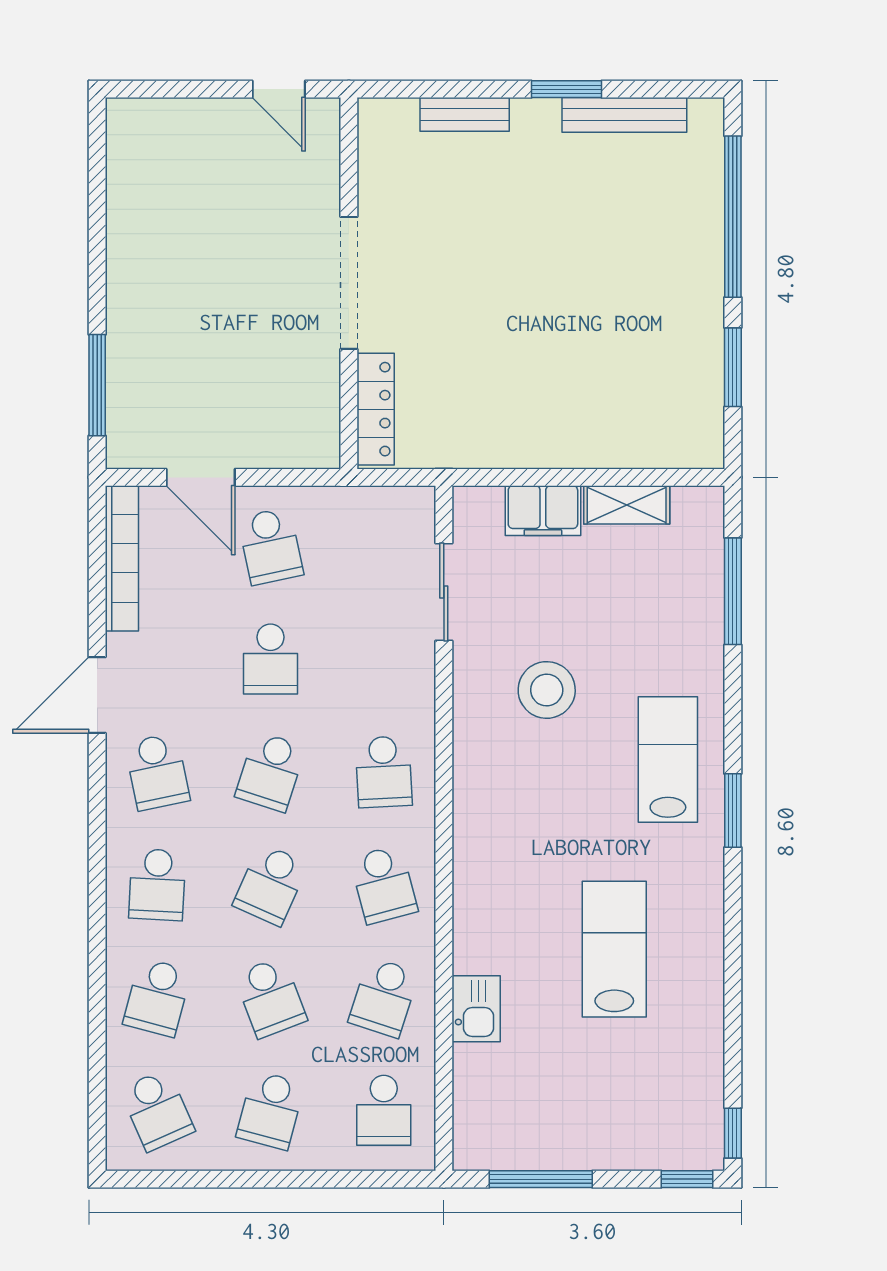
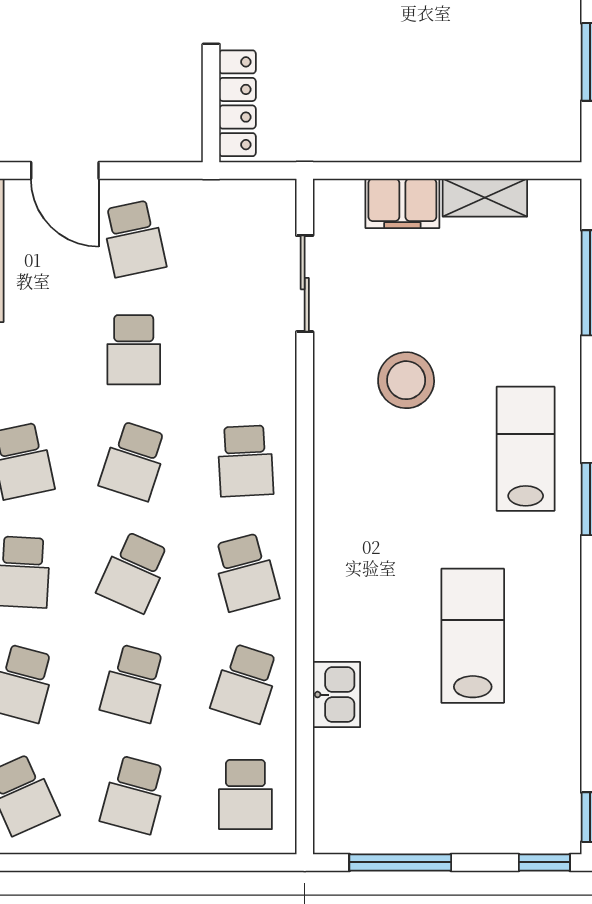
school desk: (270, 997) -> (134, 683), turned 36

